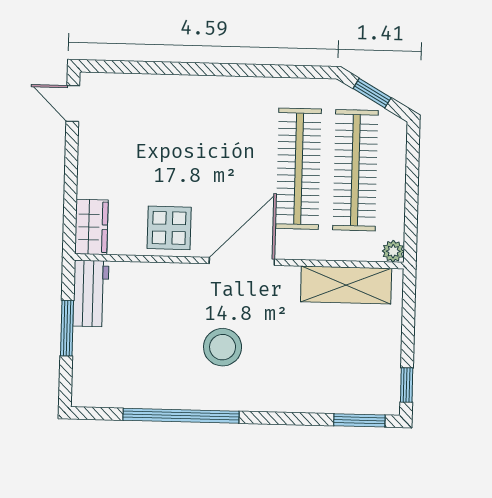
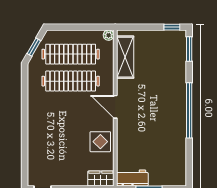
door: (242, 261) -> (115, 107), width x0.73
stool: (223, 347) -> (156, 115), removed
window: (181, 416) -> (189, 110), moved

